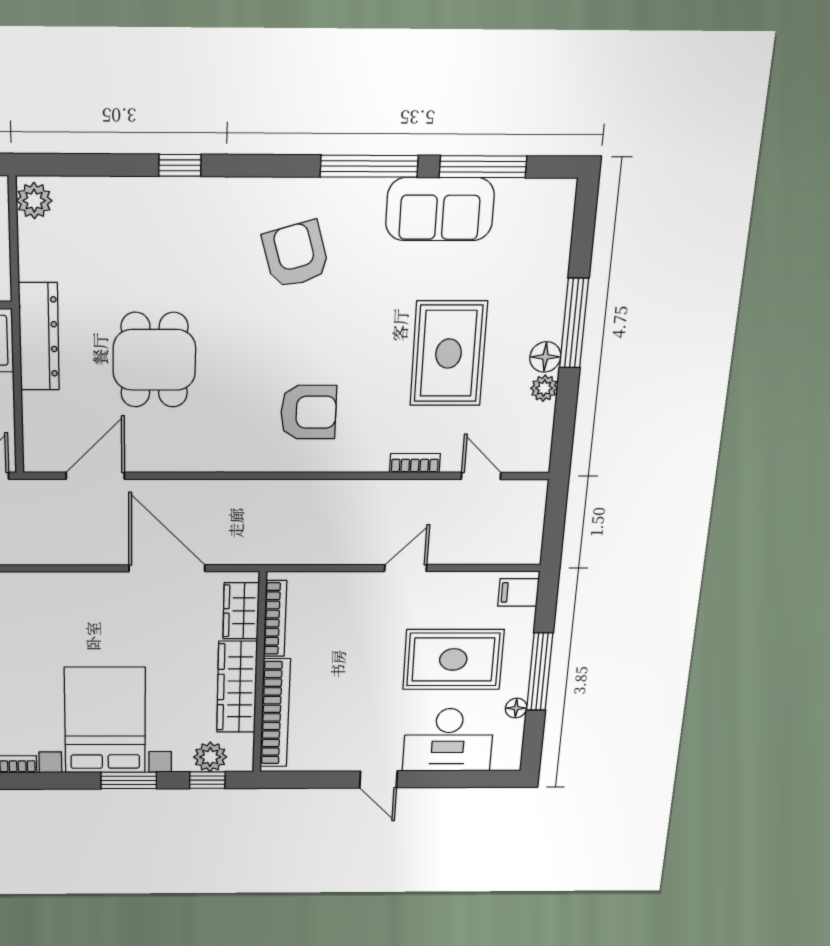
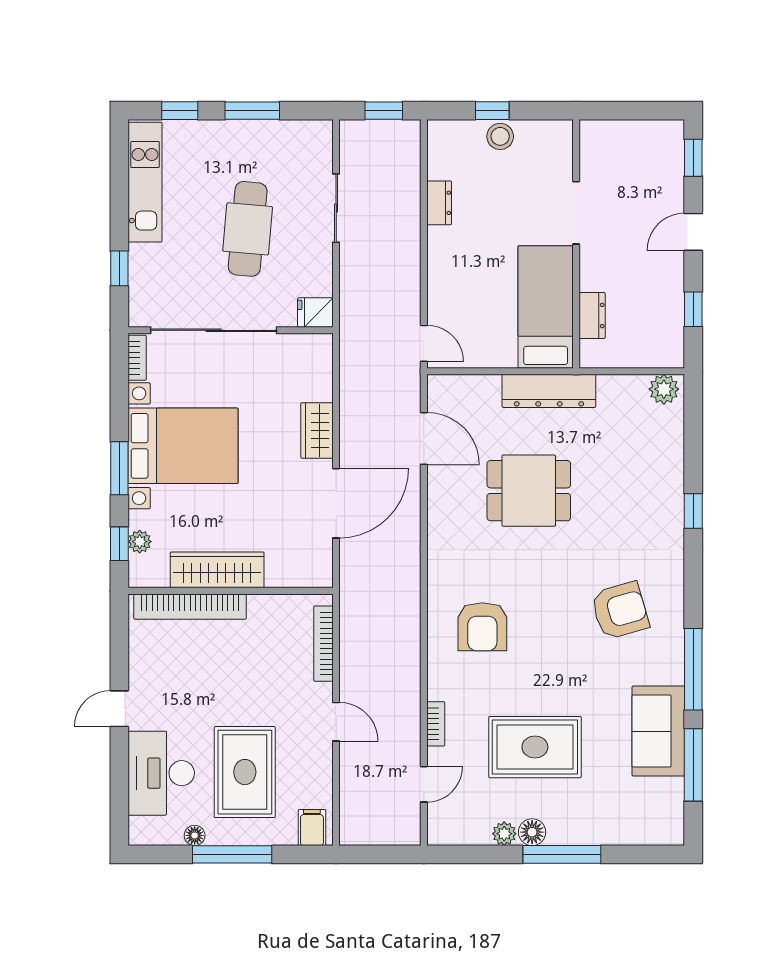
wardrobe: (241, 611) -> (317, 430), moved, turned -90
bookcase: (275, 619) -> (323, 644), moved, turned 90
plant: (210, 757) -> (140, 542), width x0.73, depth x0.73

